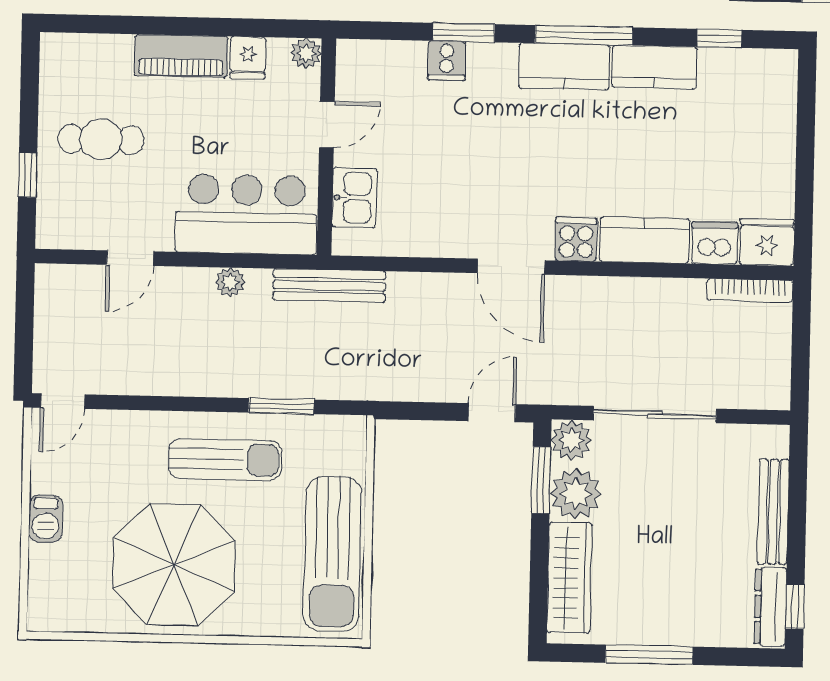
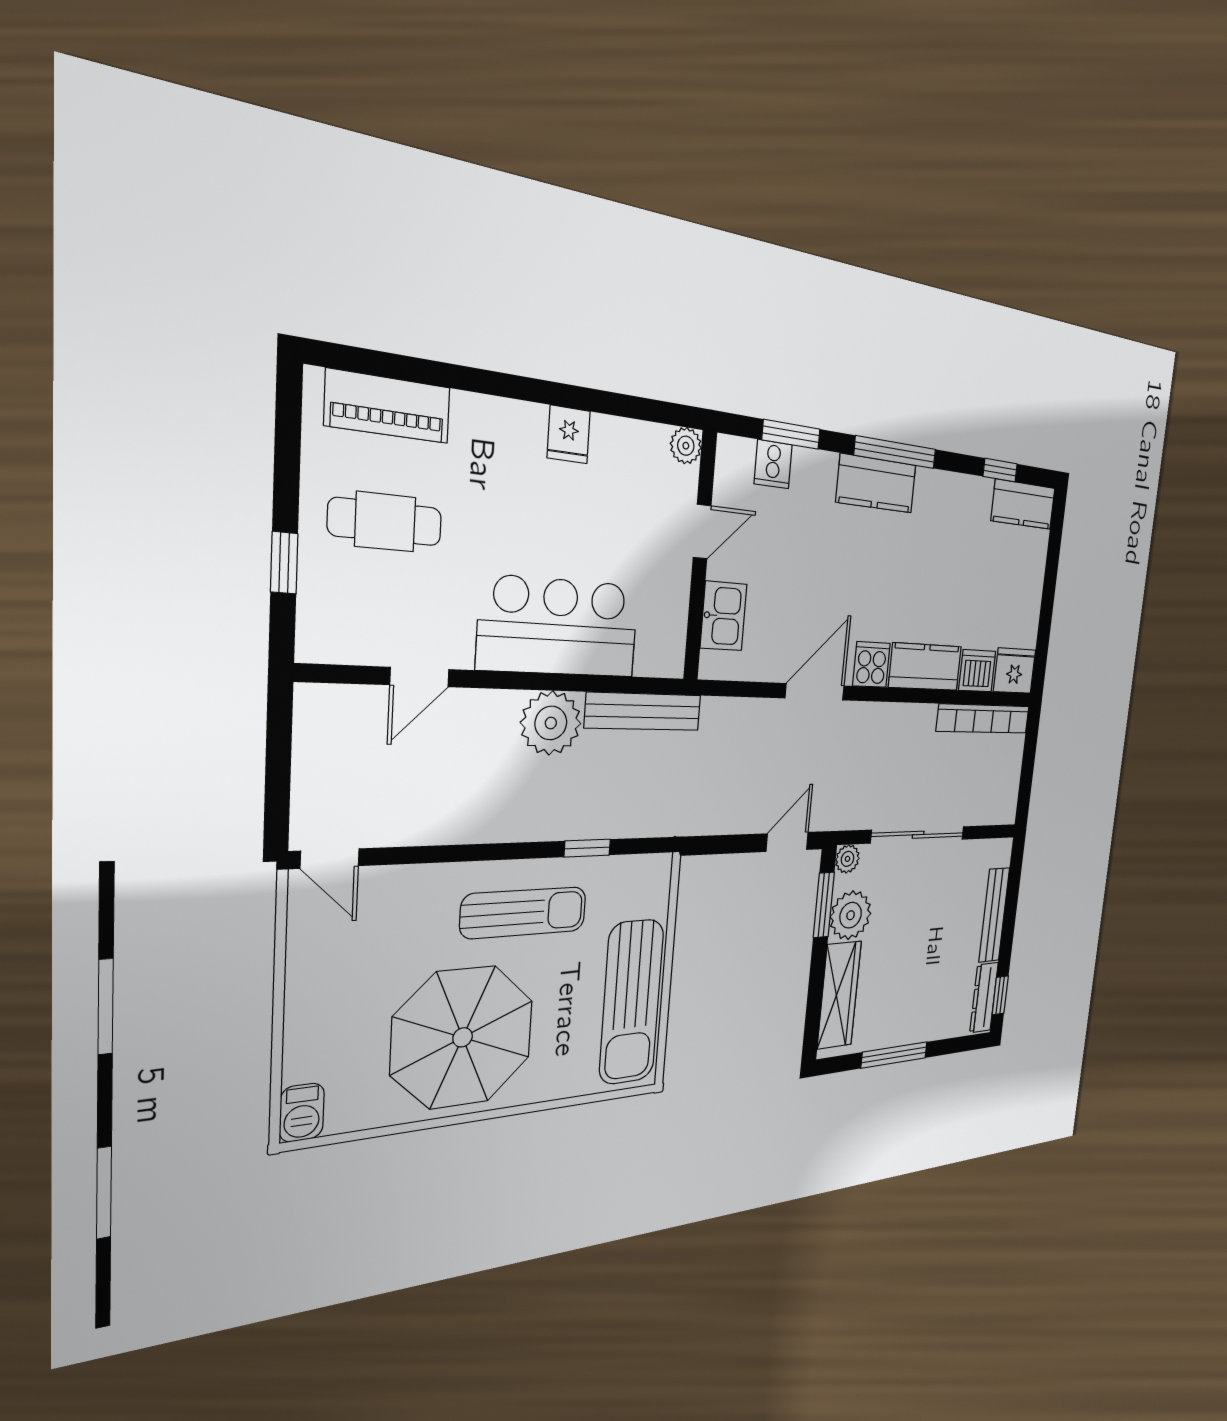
plant: (306, 53) -> (686, 446), moved
piano: (181, 56) -> (388, 406), moved
kitchen counter: (655, 67) -> (1023, 504), moved
door: (327, 125) -> (702, 532), moved
wall: (326, 147) -> (700, 557), moved
kitchen sink: (354, 198) -> (724, 616), moved
door: (511, 267) -> (815, 692), swing flipped
plant: (230, 282) -> (551, 723), width x1.88, depth x1.88
bookcase: (750, 290) -> (983, 719), width x1.48, depth x1.31
door: (63, 401) -> (330, 858), hinge flipped
window: (281, 406) -> (587, 848), width x0.67
plant: (571, 440) -> (847, 859), width x0.73, depth x0.73
barbecue: (46, 518) -> (302, 1113), moved

